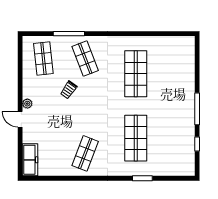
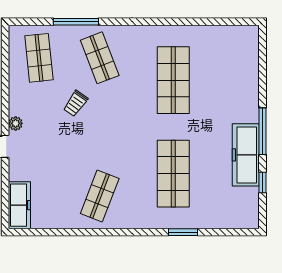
freezer: (186, 125) -> (246, 155), added

